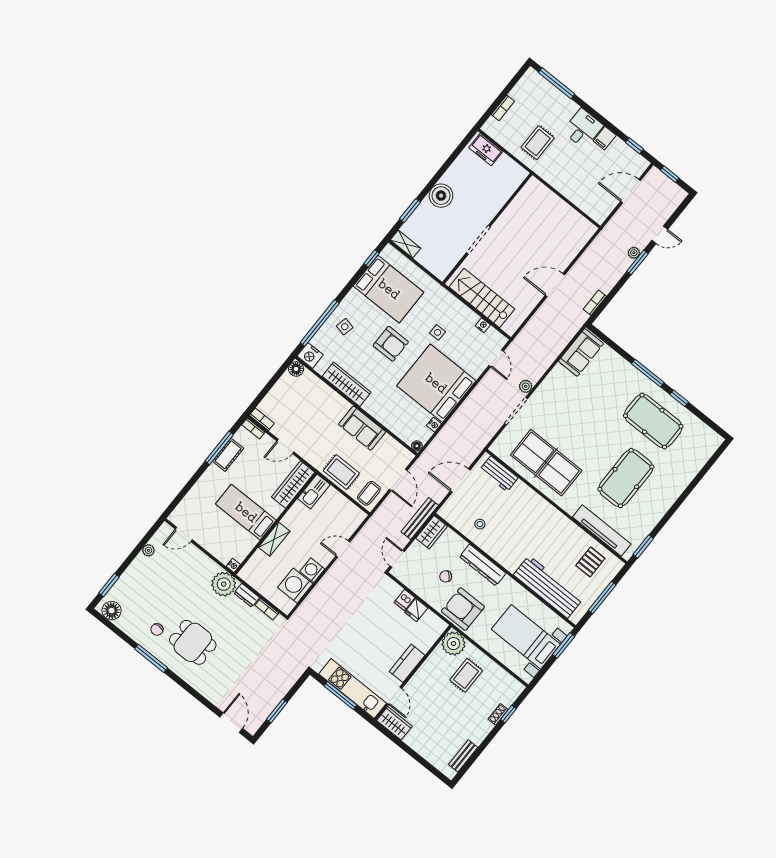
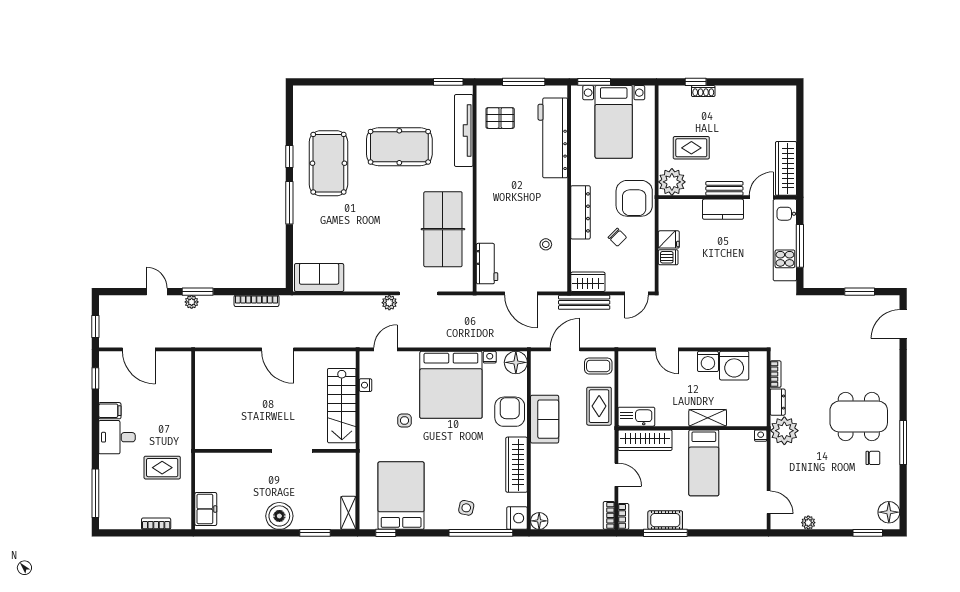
bookcase: (595, 303) -> (256, 301), width x1.56
armchair: (391, 344) -> (510, 412), moved
floor lamp: (417, 446) -> (516, 362), width x1.89, depth x1.89
dining table: (193, 642) -> (859, 417), width x1.38
wardrobe: (394, 723) -> (786, 168), width x1.50
bench: (463, 756) -> (724, 188), moved

